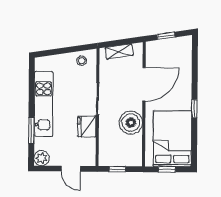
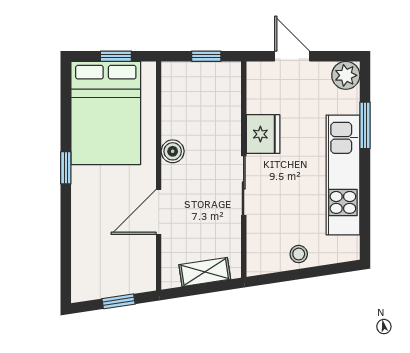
stool: (82, 61) -> (299, 254), moved
door: (144, 84) -> (159, 212), width x0.73
boiler: (131, 123) -> (173, 151), width x0.54, depth x0.54

